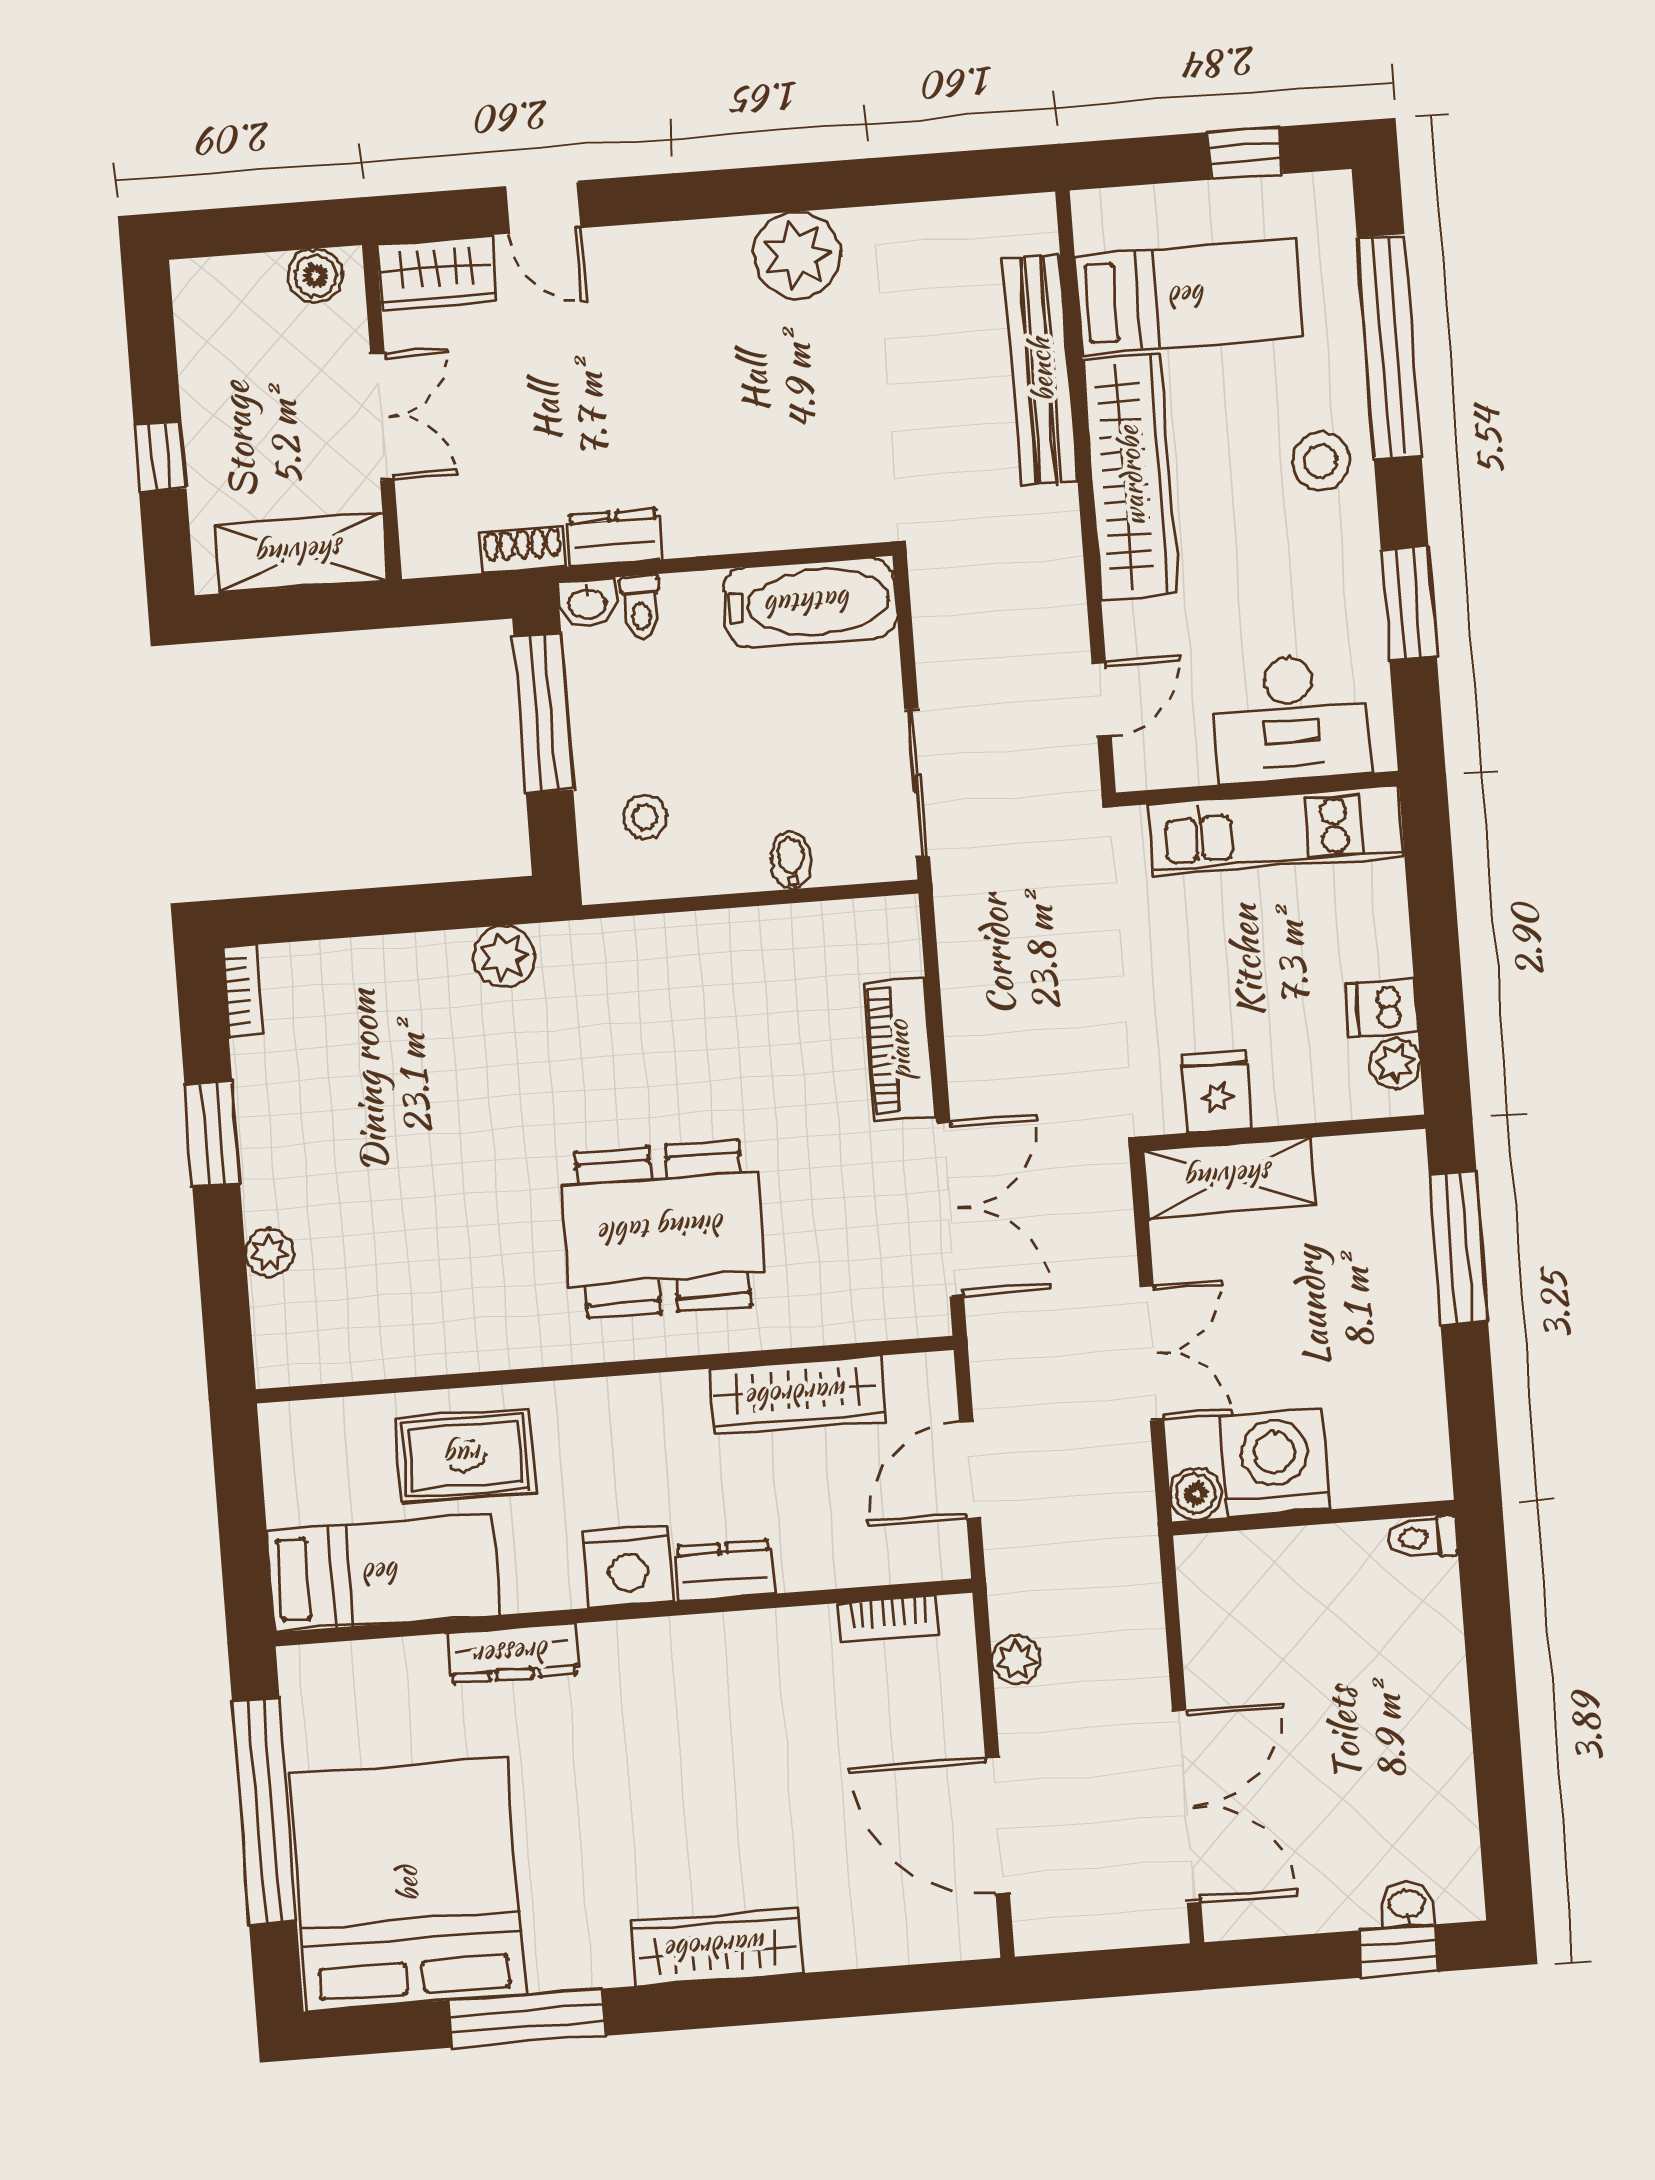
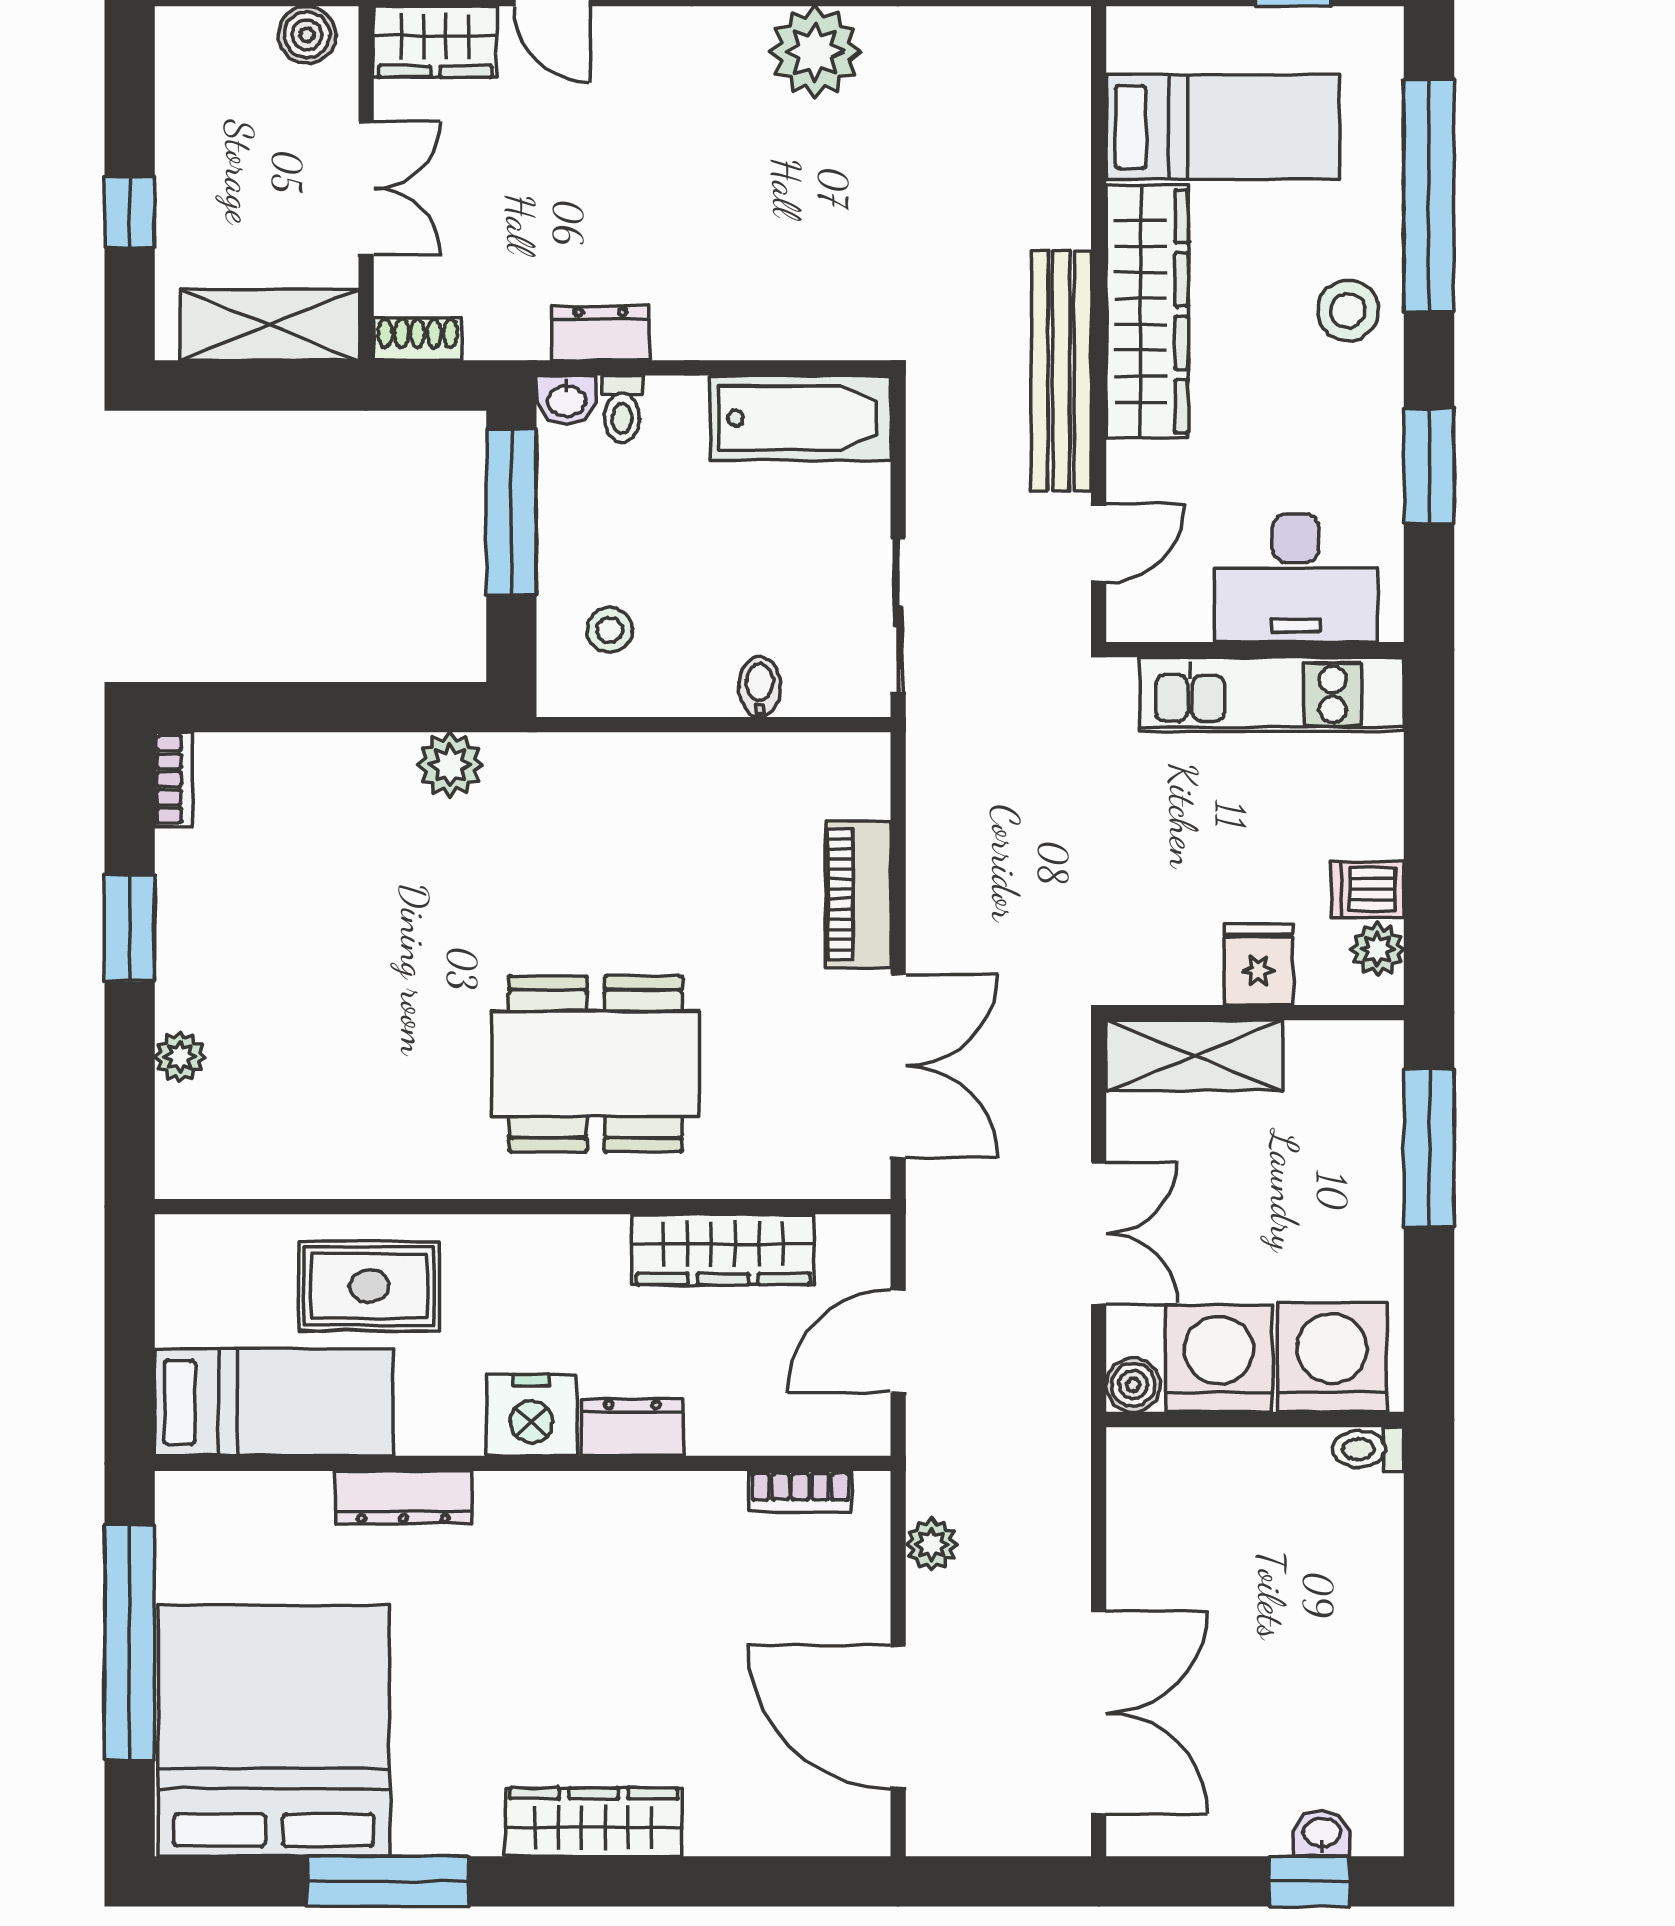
bench: (1041, 370) -> (1061, 371), moved
shoe rack: (523, 550) -> (418, 339), moved
fridge: (1217, 1092) -> (1259, 964), moved
washing machine: (1382, 1453) -> (1332, 1357), added

